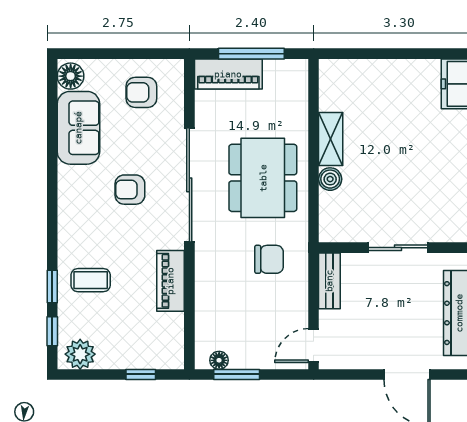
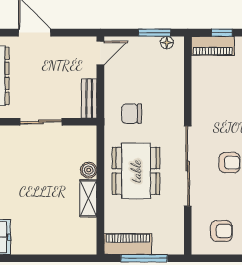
piano: (228, 74) -> (128, 244), moved
piano: (170, 281) -> (213, 46), moved, turned 90

